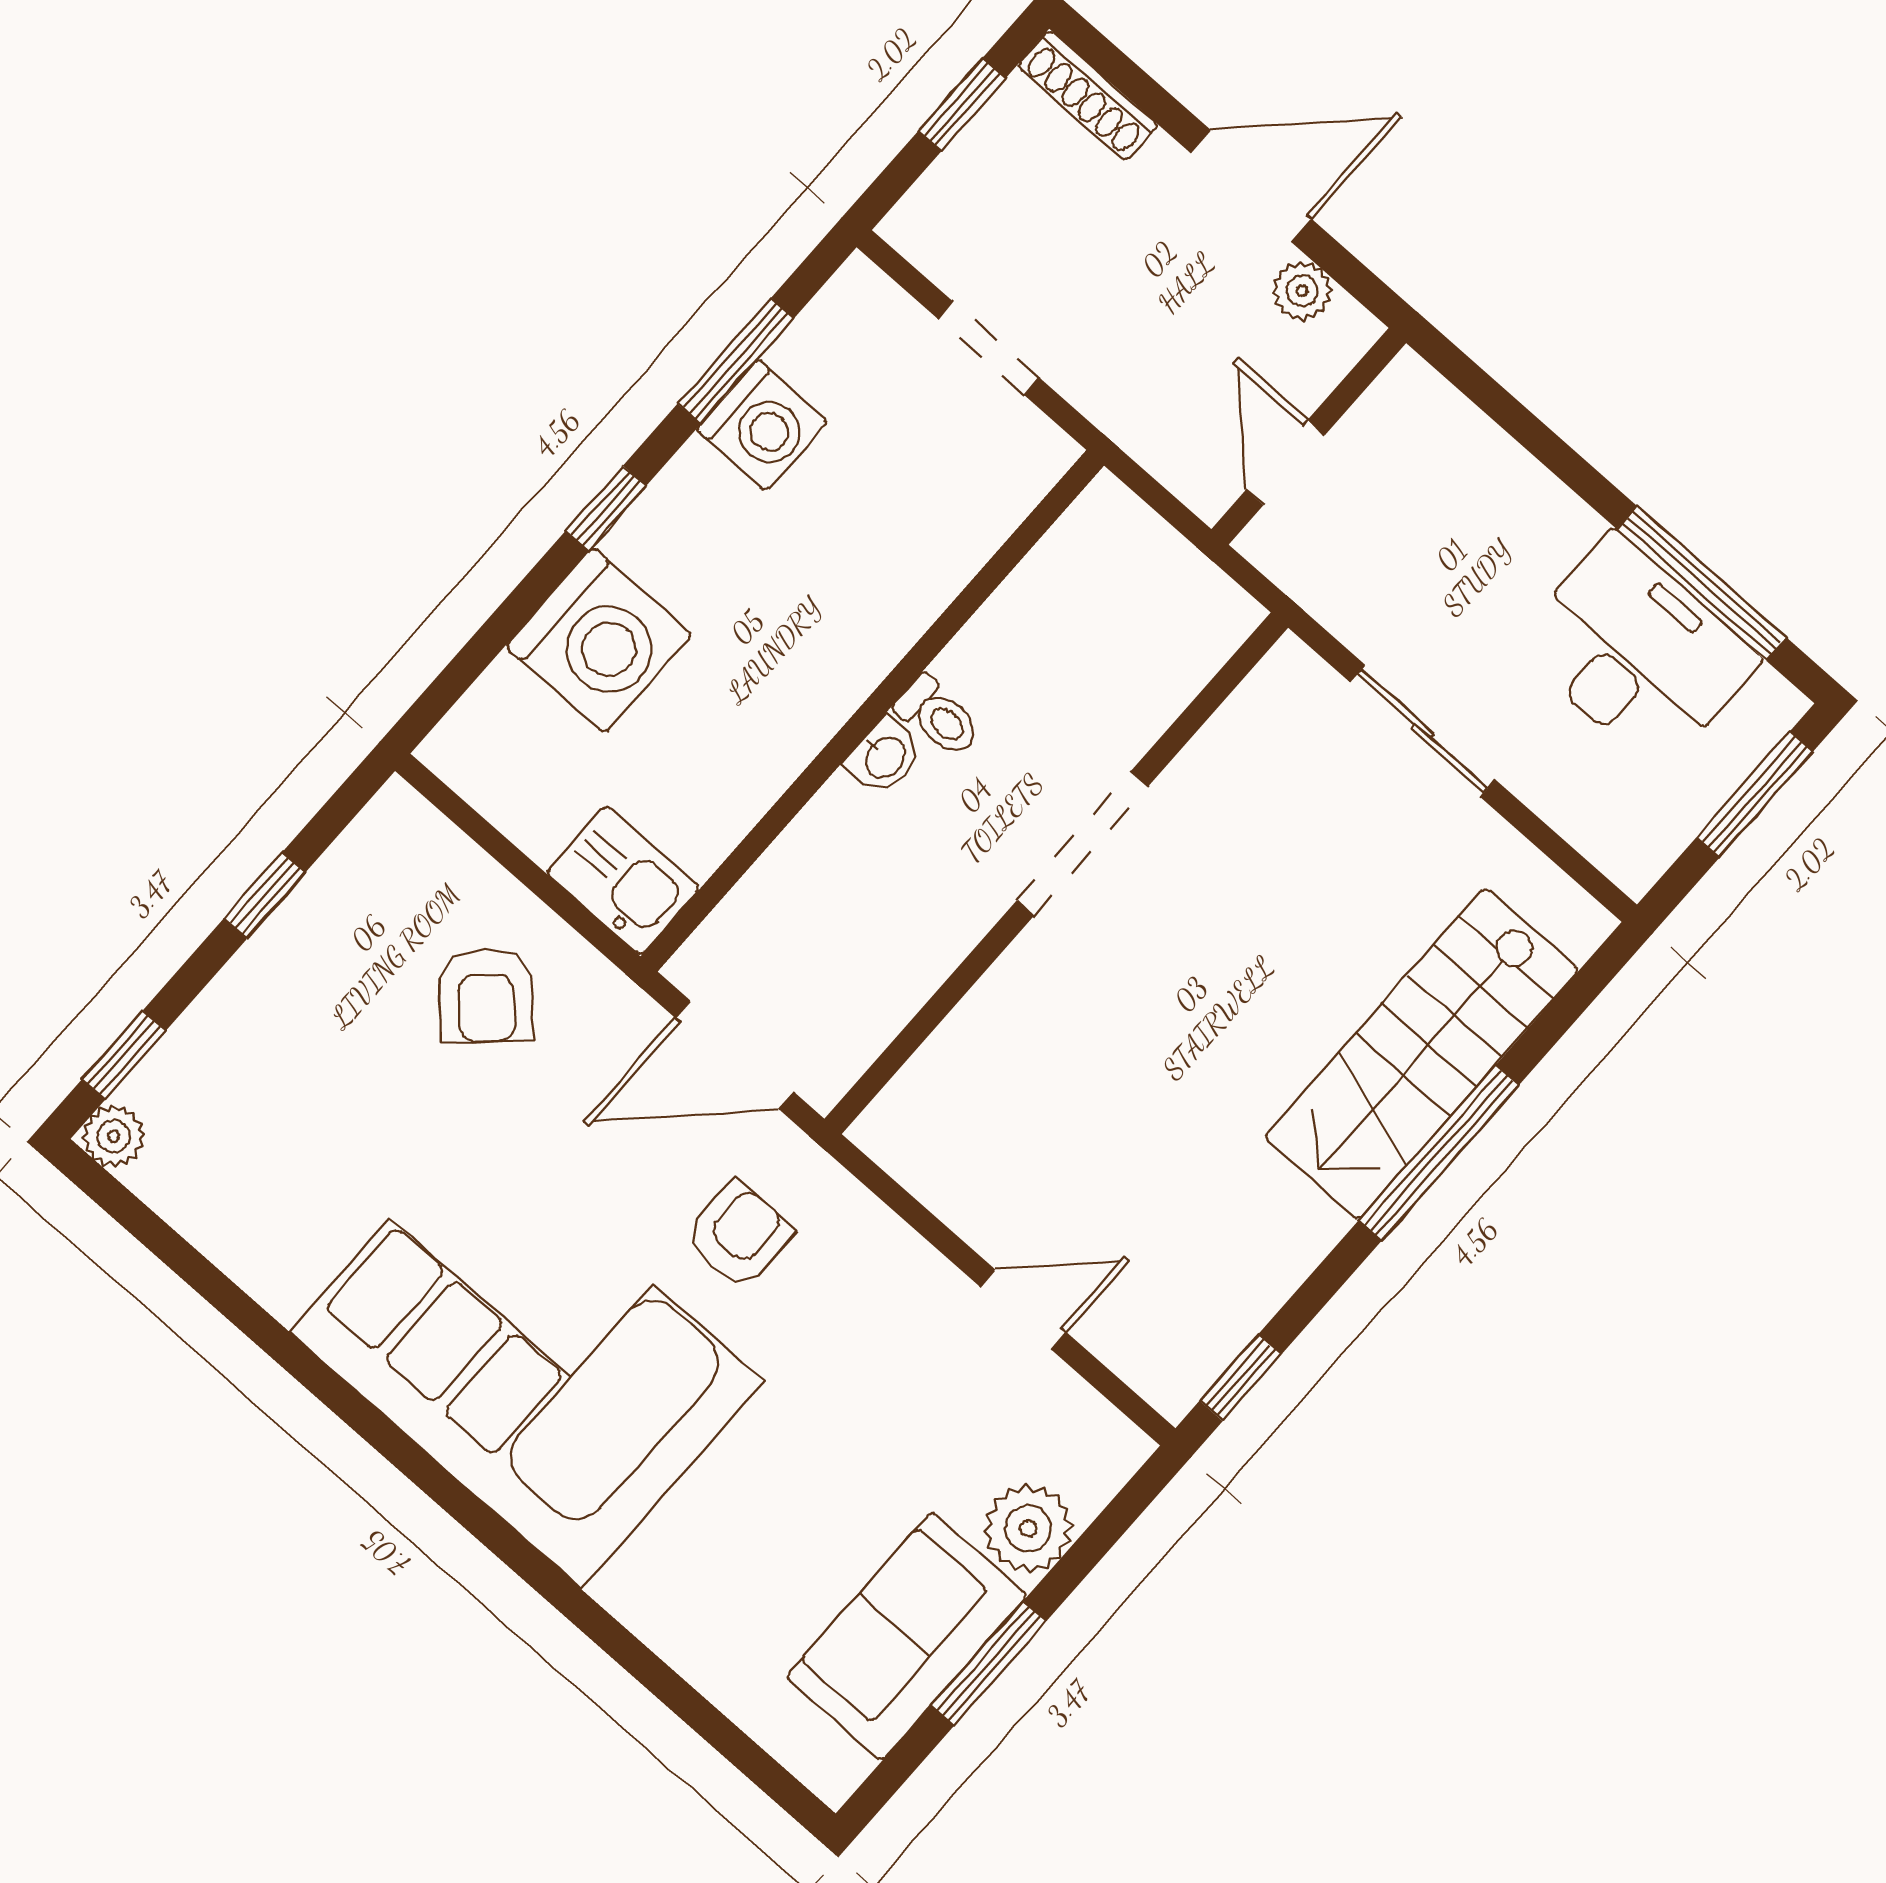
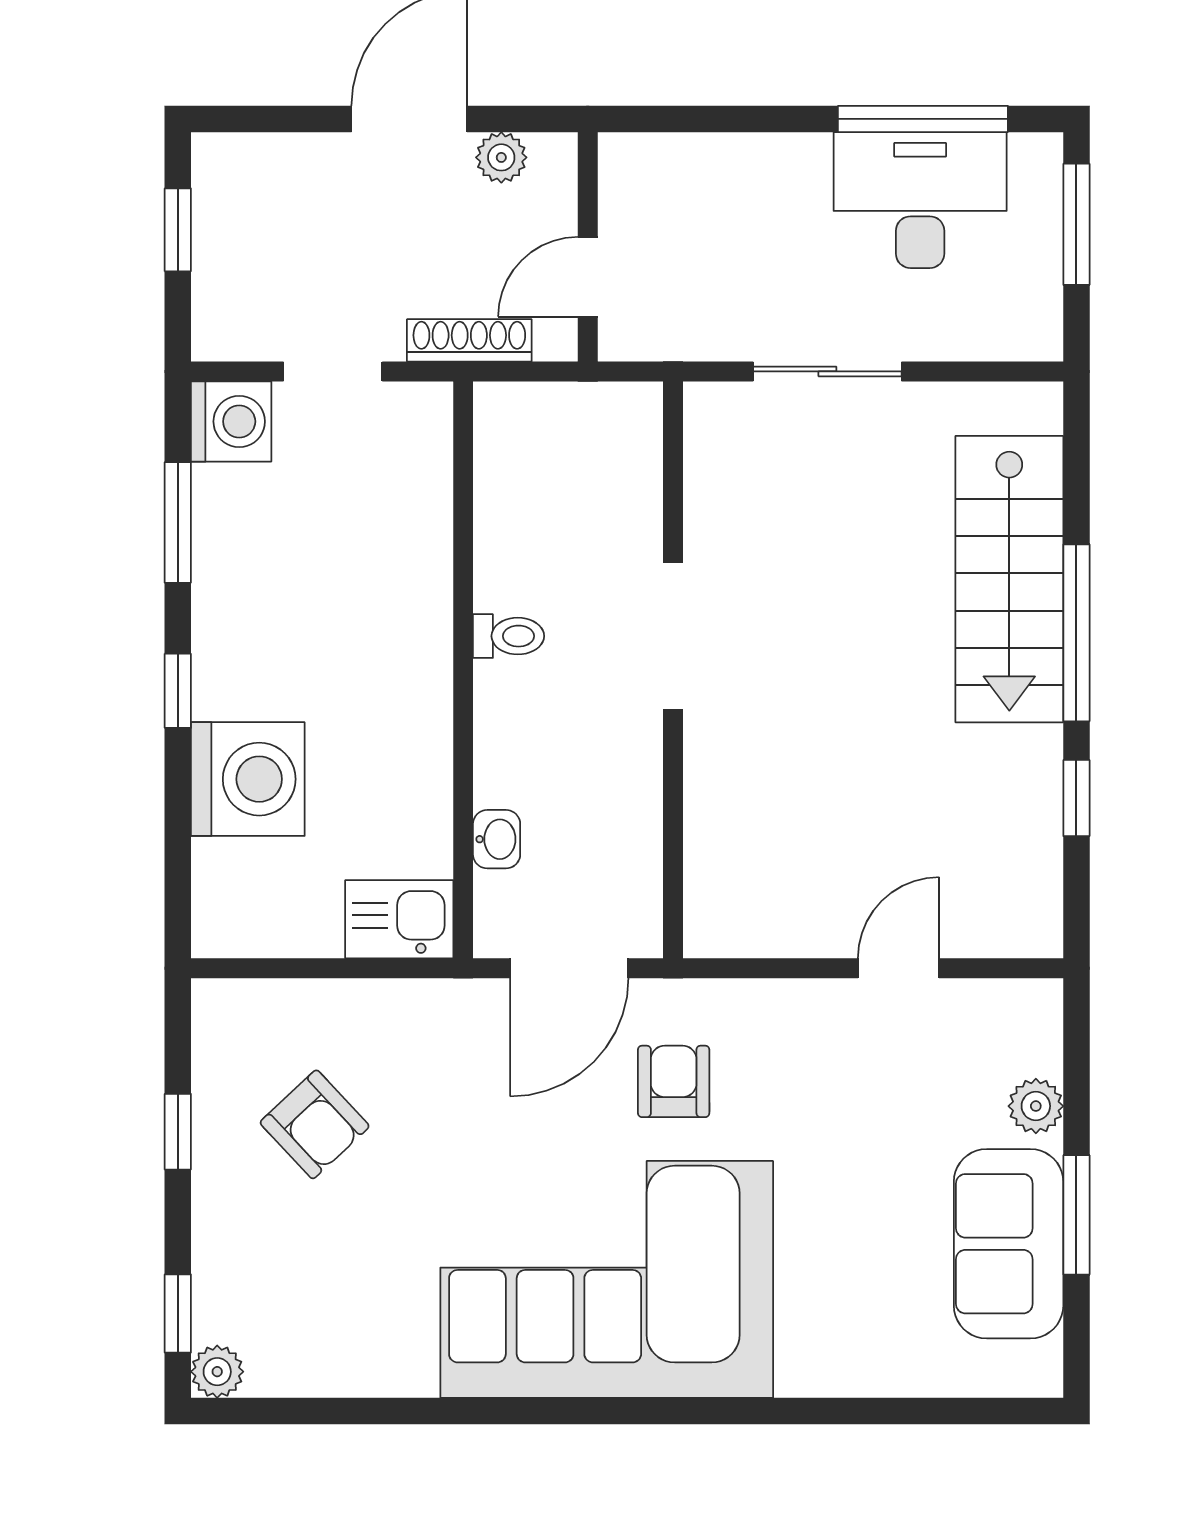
shoe rack: (1088, 95) -> (469, 340), moved, turned 180
washing machine: (762, 426) -> (231, 421), moved
door: (1285, 462) -> (588, 277), hinge flipped
washbasin: (884, 757) -> (497, 839), moved
armchair: (486, 996) -> (315, 1124), moved
window: (1241, 1377) -> (1076, 798), moved
plant: (1028, 1528) -> (1036, 1106), width x0.73, depth x0.73

